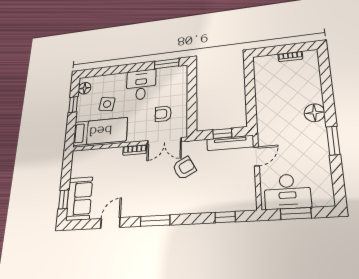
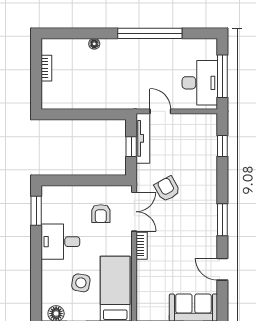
floor lamp: (314, 113) -> (94, 44), moved, width x0.53, depth x0.53
window: (333, 141) -> (150, 33), width x2.11
window: (296, 213) -> (222, 76), width x1.44

